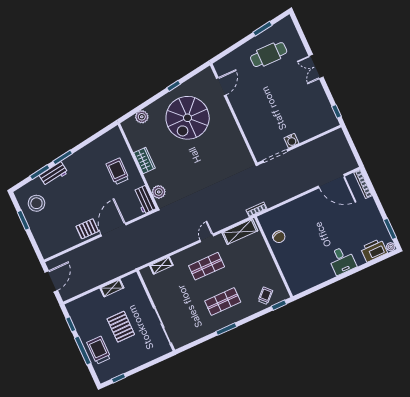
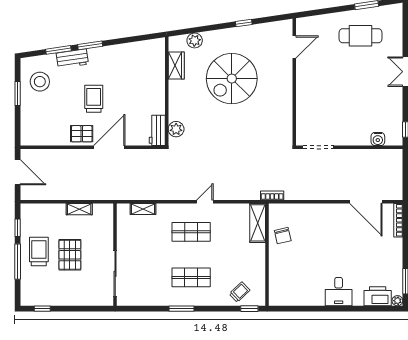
spiral stairs: (188, 118) -> (232, 79), moved
water cooler: (291, 141) -> (378, 139), moved
wardrobe: (144, 160) -> (176, 65), moved
trolley: (118, 171) -> (94, 99), moved
shelving: (240, 232) -> (258, 223), moved, turned 90
door: (51, 281) -> (18, 172), hinge flipped
trolley: (99, 350) -> (39, 251), moved

